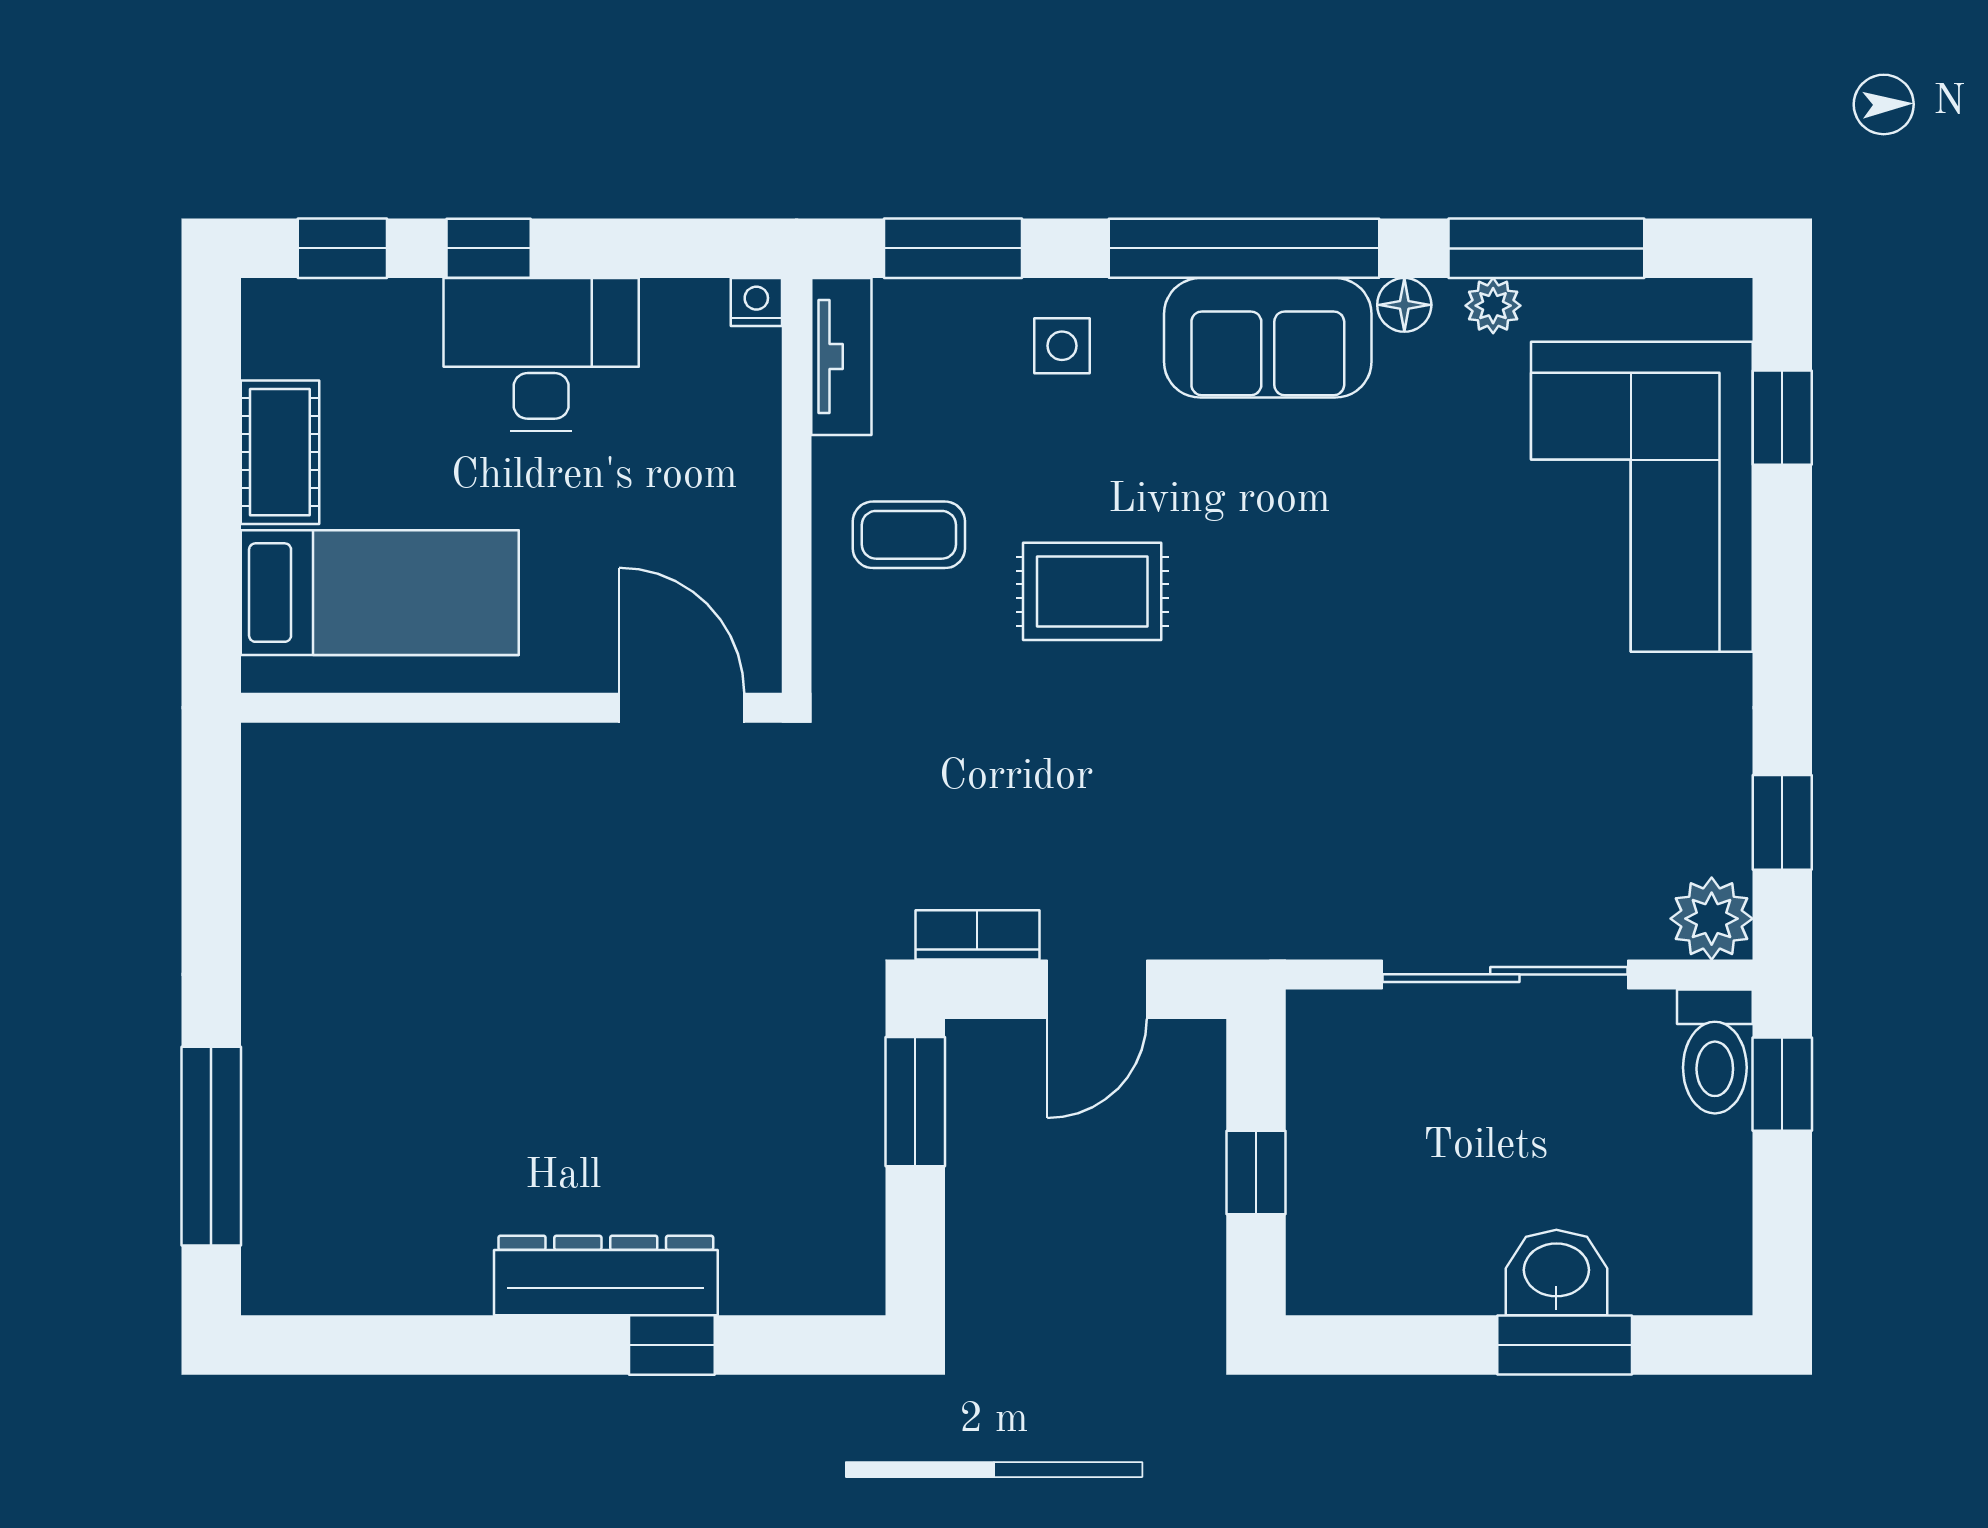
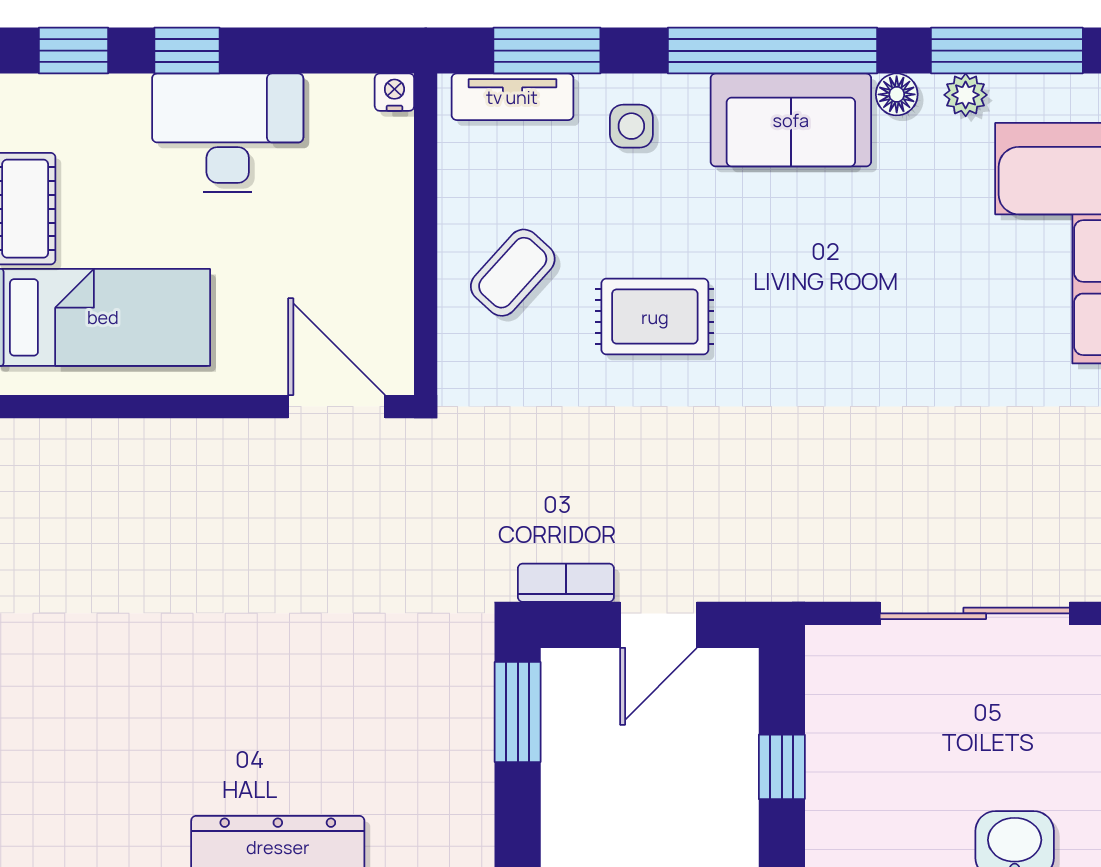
tv unit: (841, 356) -> (512, 97), moved, turned 90
coffee table: (909, 535) -> (513, 273), turned -48

